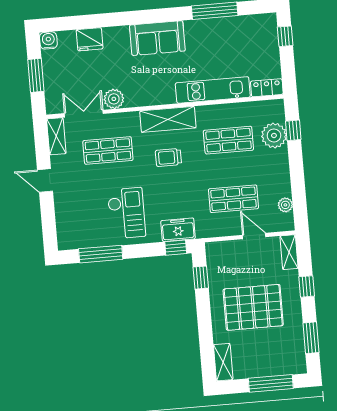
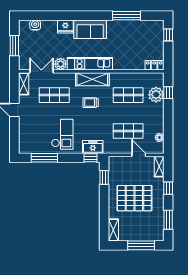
fridge: (90, 39) -> (65, 26), moved
water cooler: (48, 40) -> (35, 25), moved
kitchen unit: (213, 90) -> (90, 64), moved

